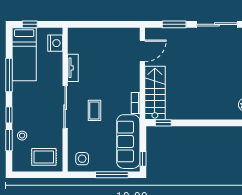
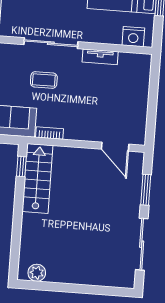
stairs: (155, 93) -> (38, 178), moved, turned -90

